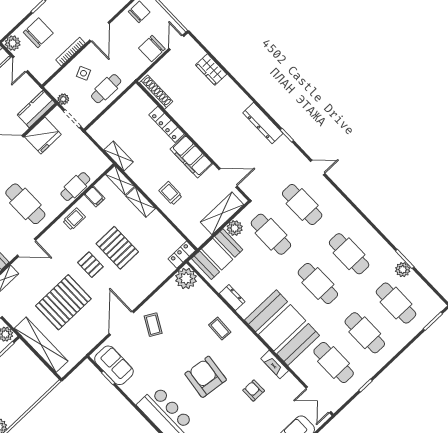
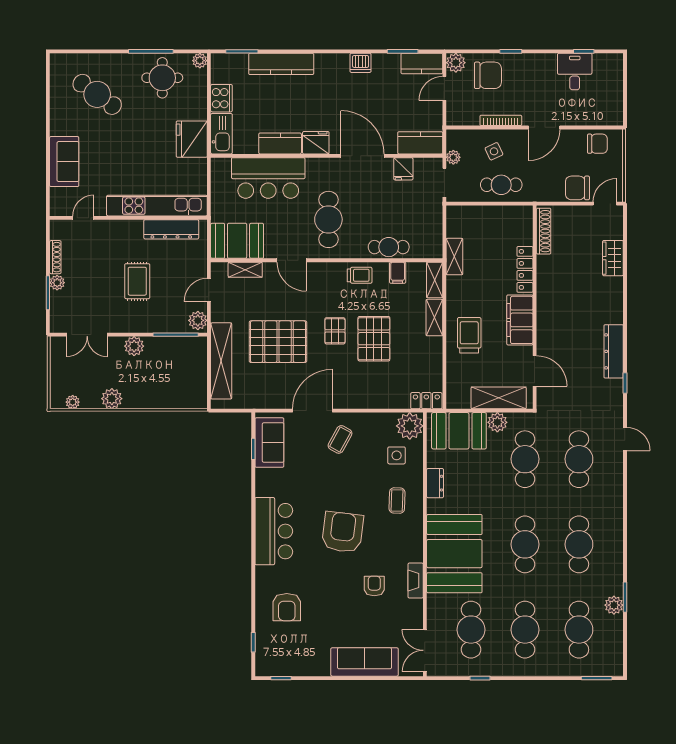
fridge: (43, 136) -> (403, 169), width x0.53, depth x0.75
trolley: (170, 193) -> (469, 335), width x1.36, depth x1.39
side table: (195, 303) -> (397, 455), added

